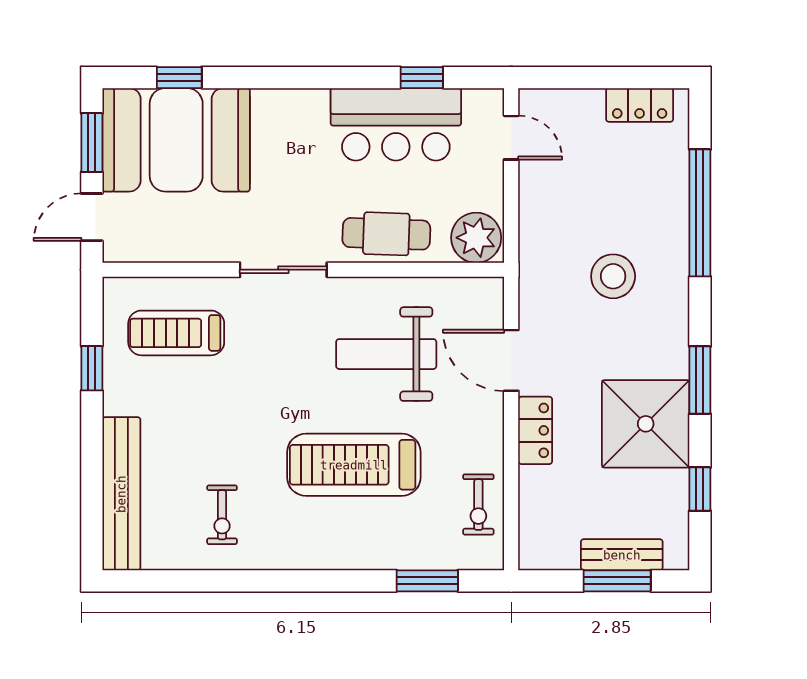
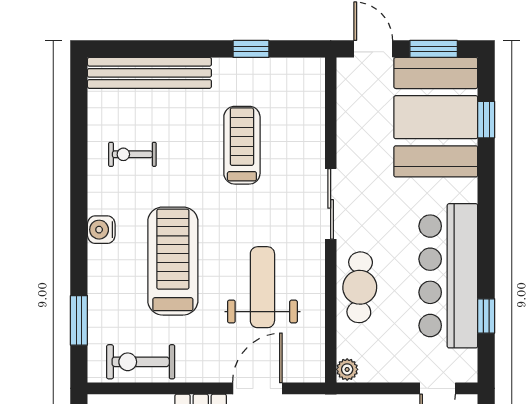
bar counter: (396, 124) -> (448, 276), width x1.36
plant: (476, 238) -> (347, 369), width x0.53, depth x0.53
treadmill: (176, 333) -> (242, 145), moved
exercise bike: (478, 505) -> (141, 362), width x1.38, depth x1.39
water cooler: (315, 553) -> (101, 230), added

